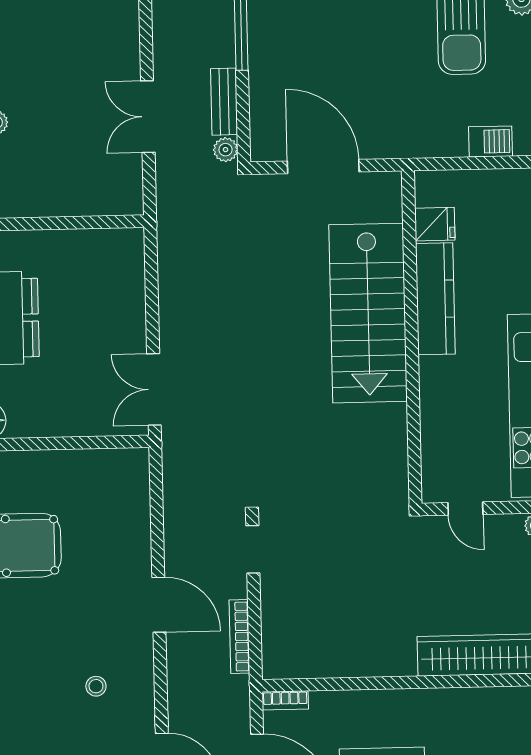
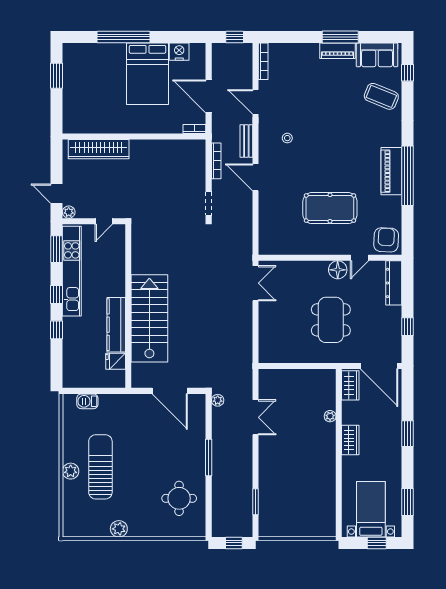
bench: (224, 102) -> (246, 141), moved
door: (465, 509) -> (104, 221), swing flipped

